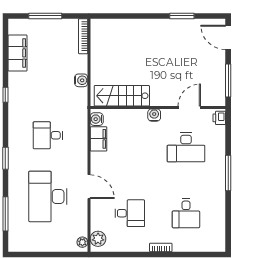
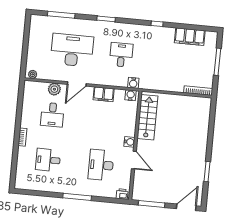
water cooler: (81, 80) -> (133, 83), moved
door: (189, 107) -> (134, 160), moved
filing cabinet: (99, 139) -> (104, 94), moved
plant: (98, 239) -> (54, 89), moved

